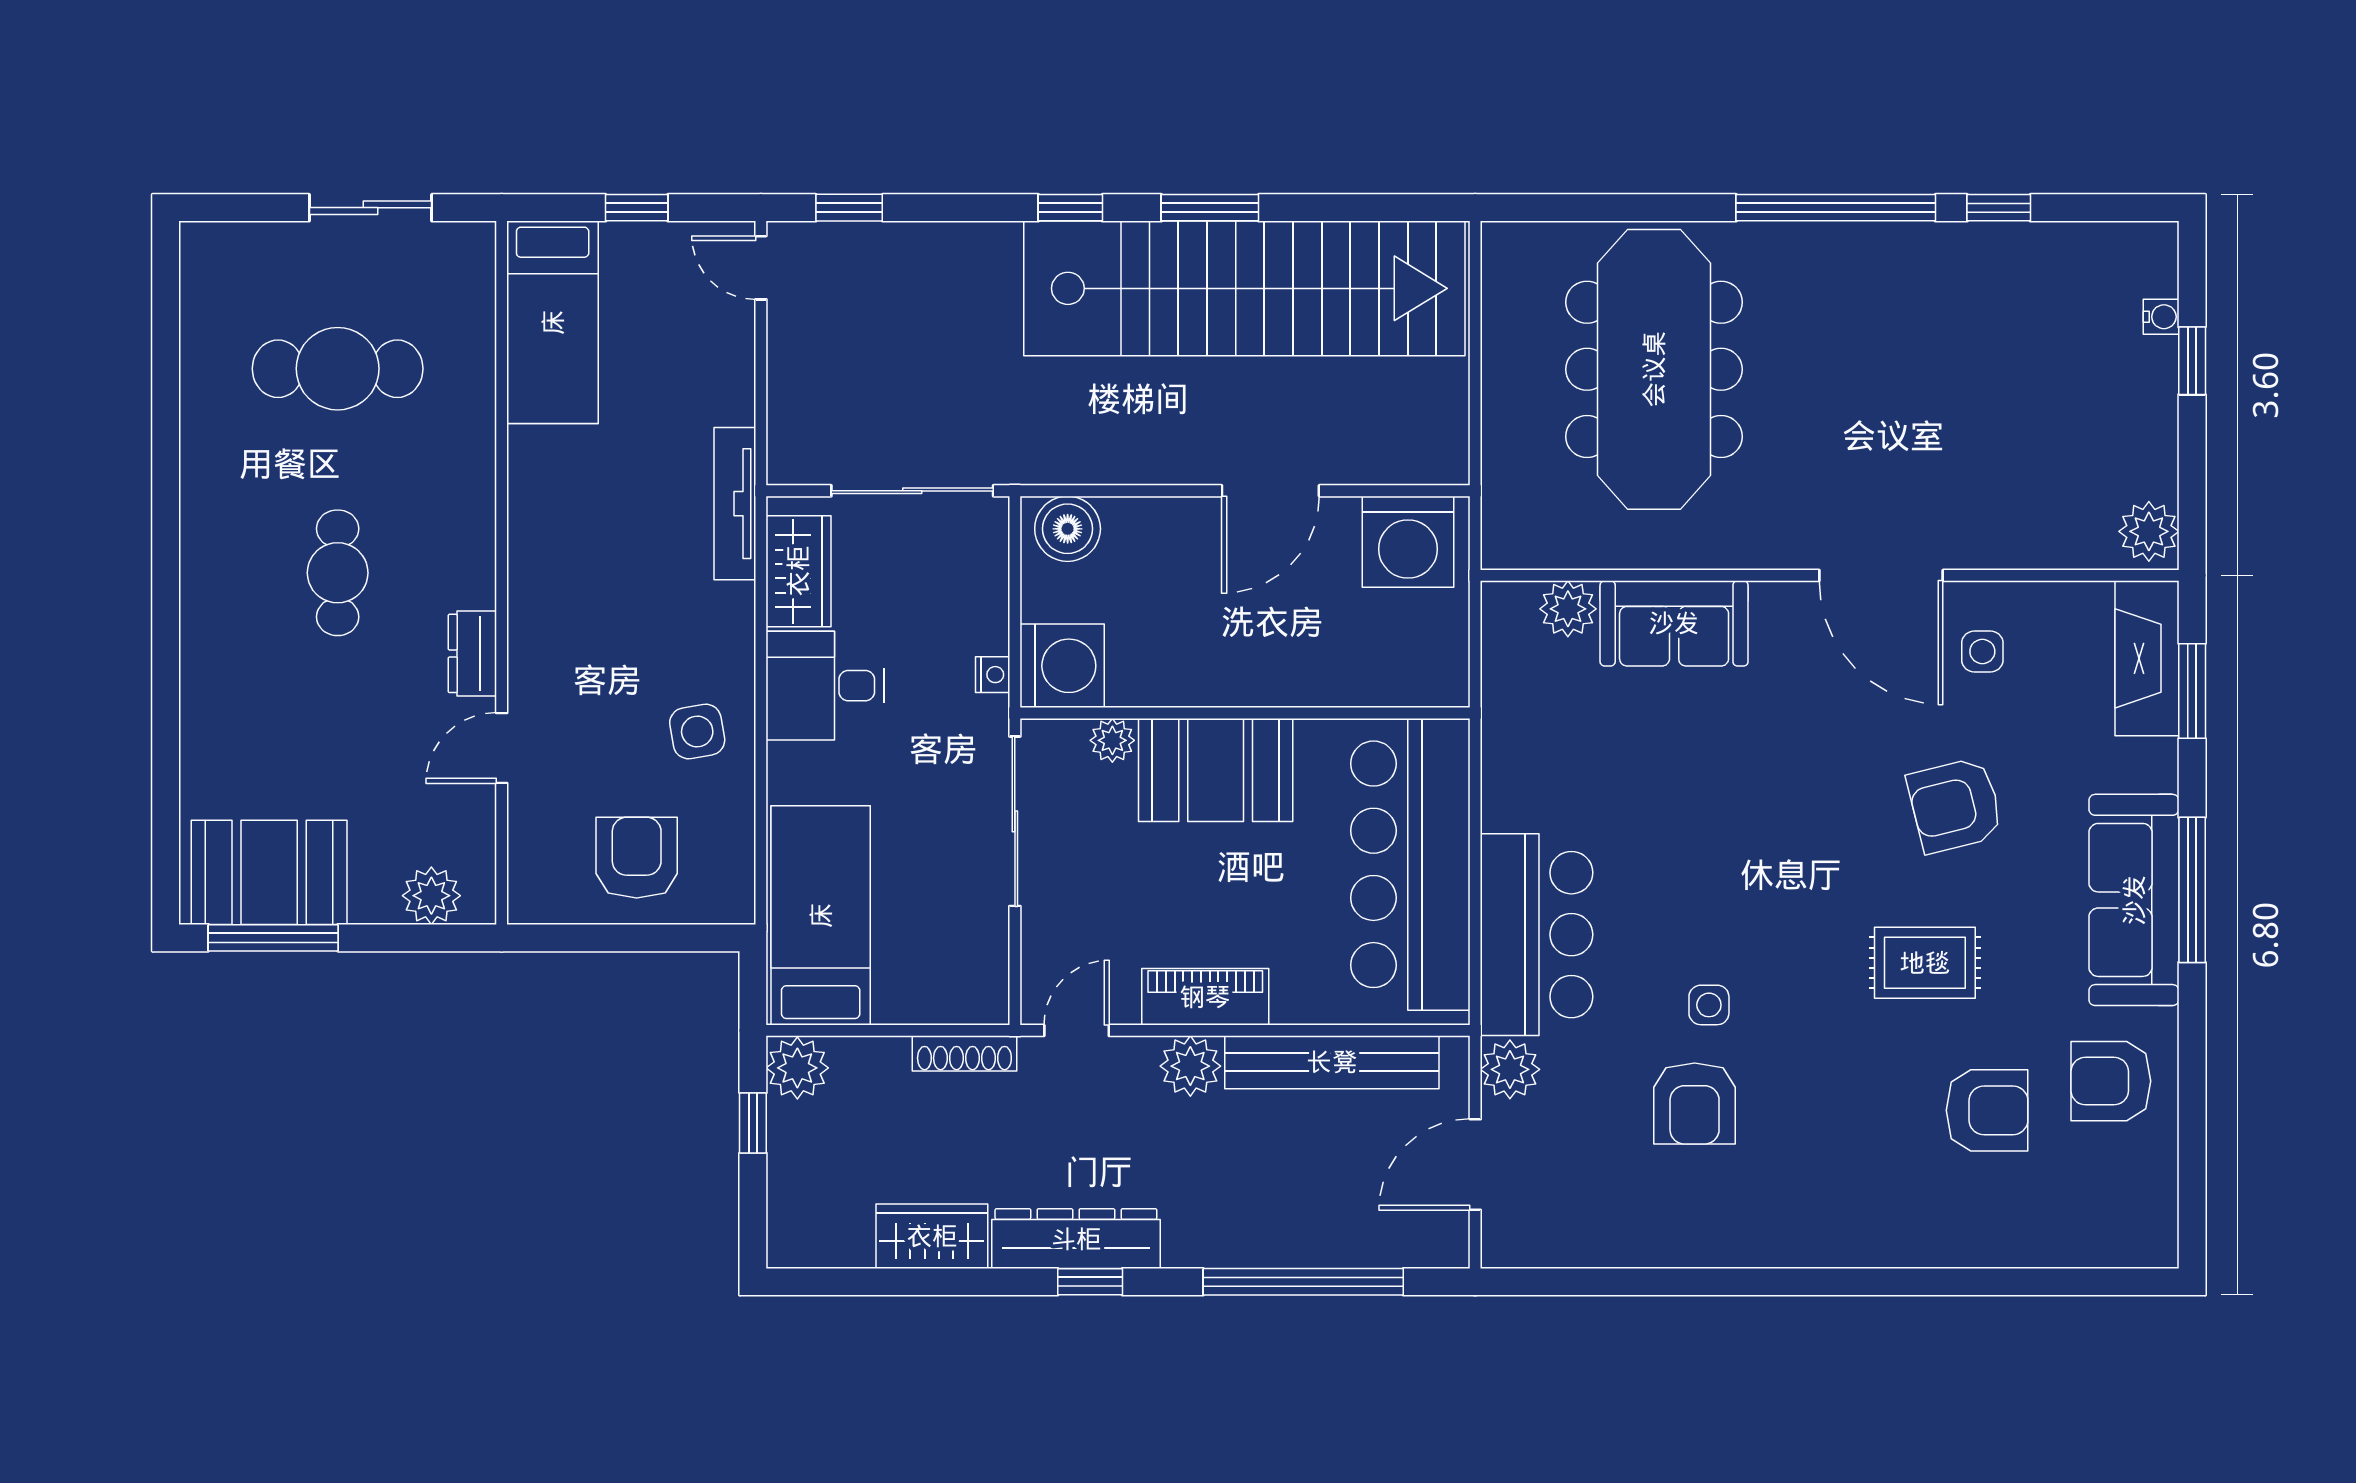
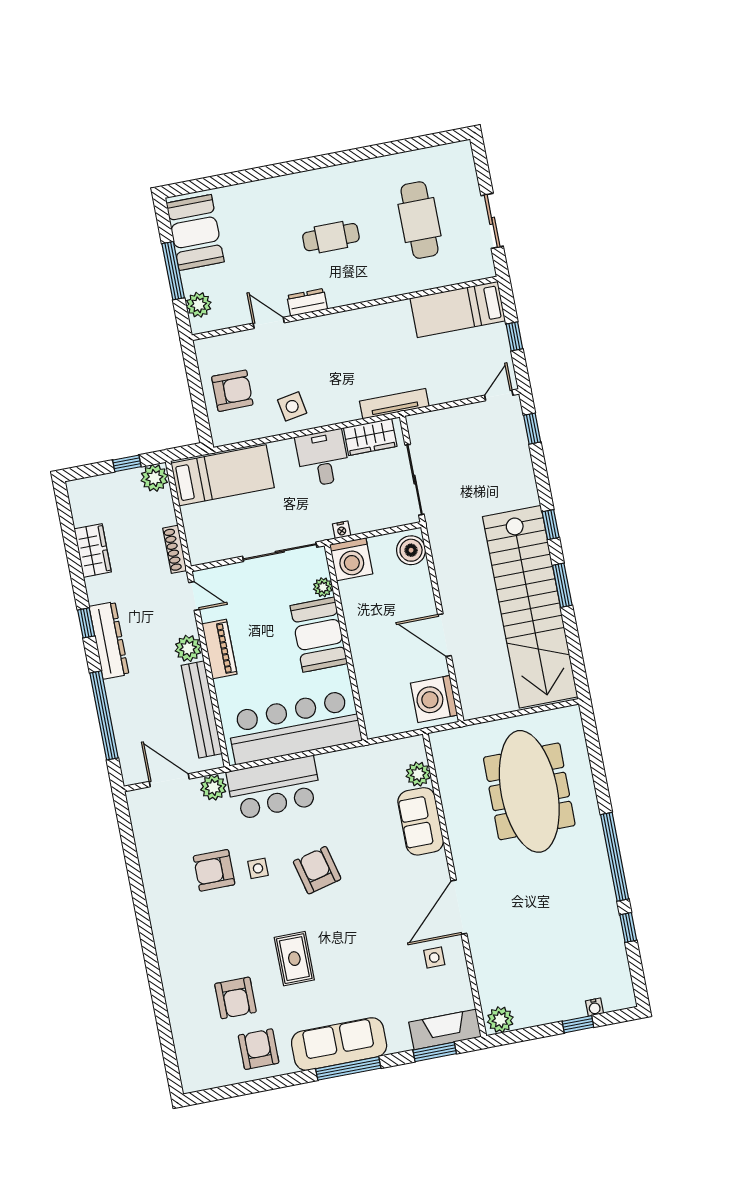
meeting table: (1654, 369) -> (529, 791), turned 90
armchair: (1955, 805) -> (317, 870), moved
window: (273, 938) -> (173, 271), moved
dresser: (1076, 1239) -> (109, 640), moved

